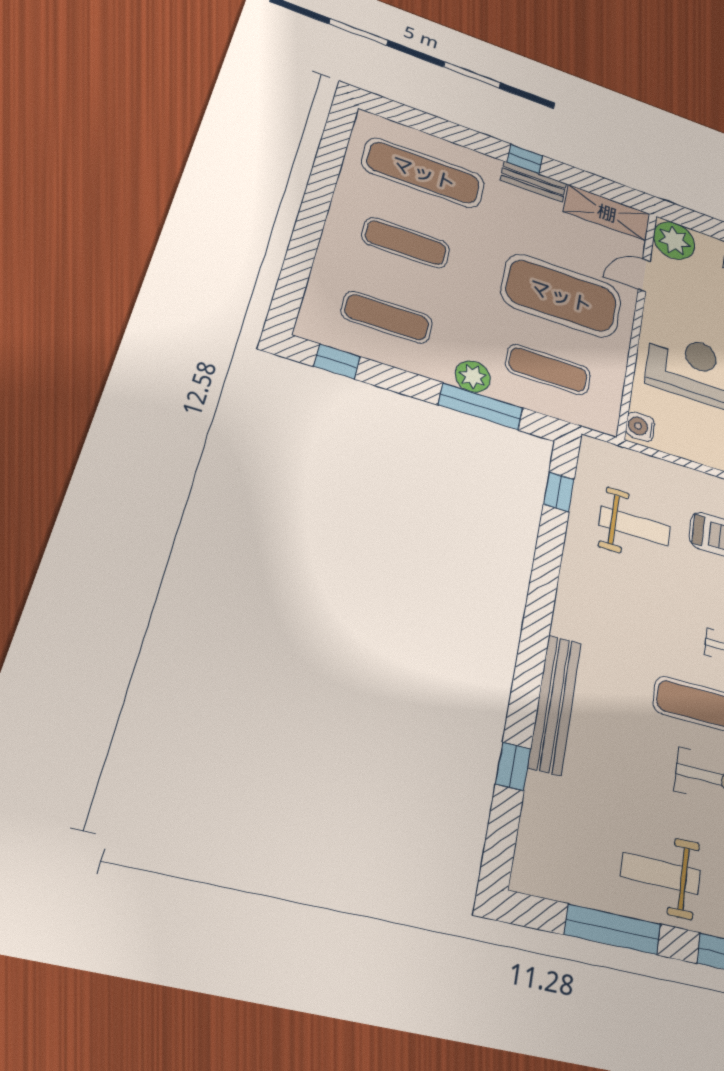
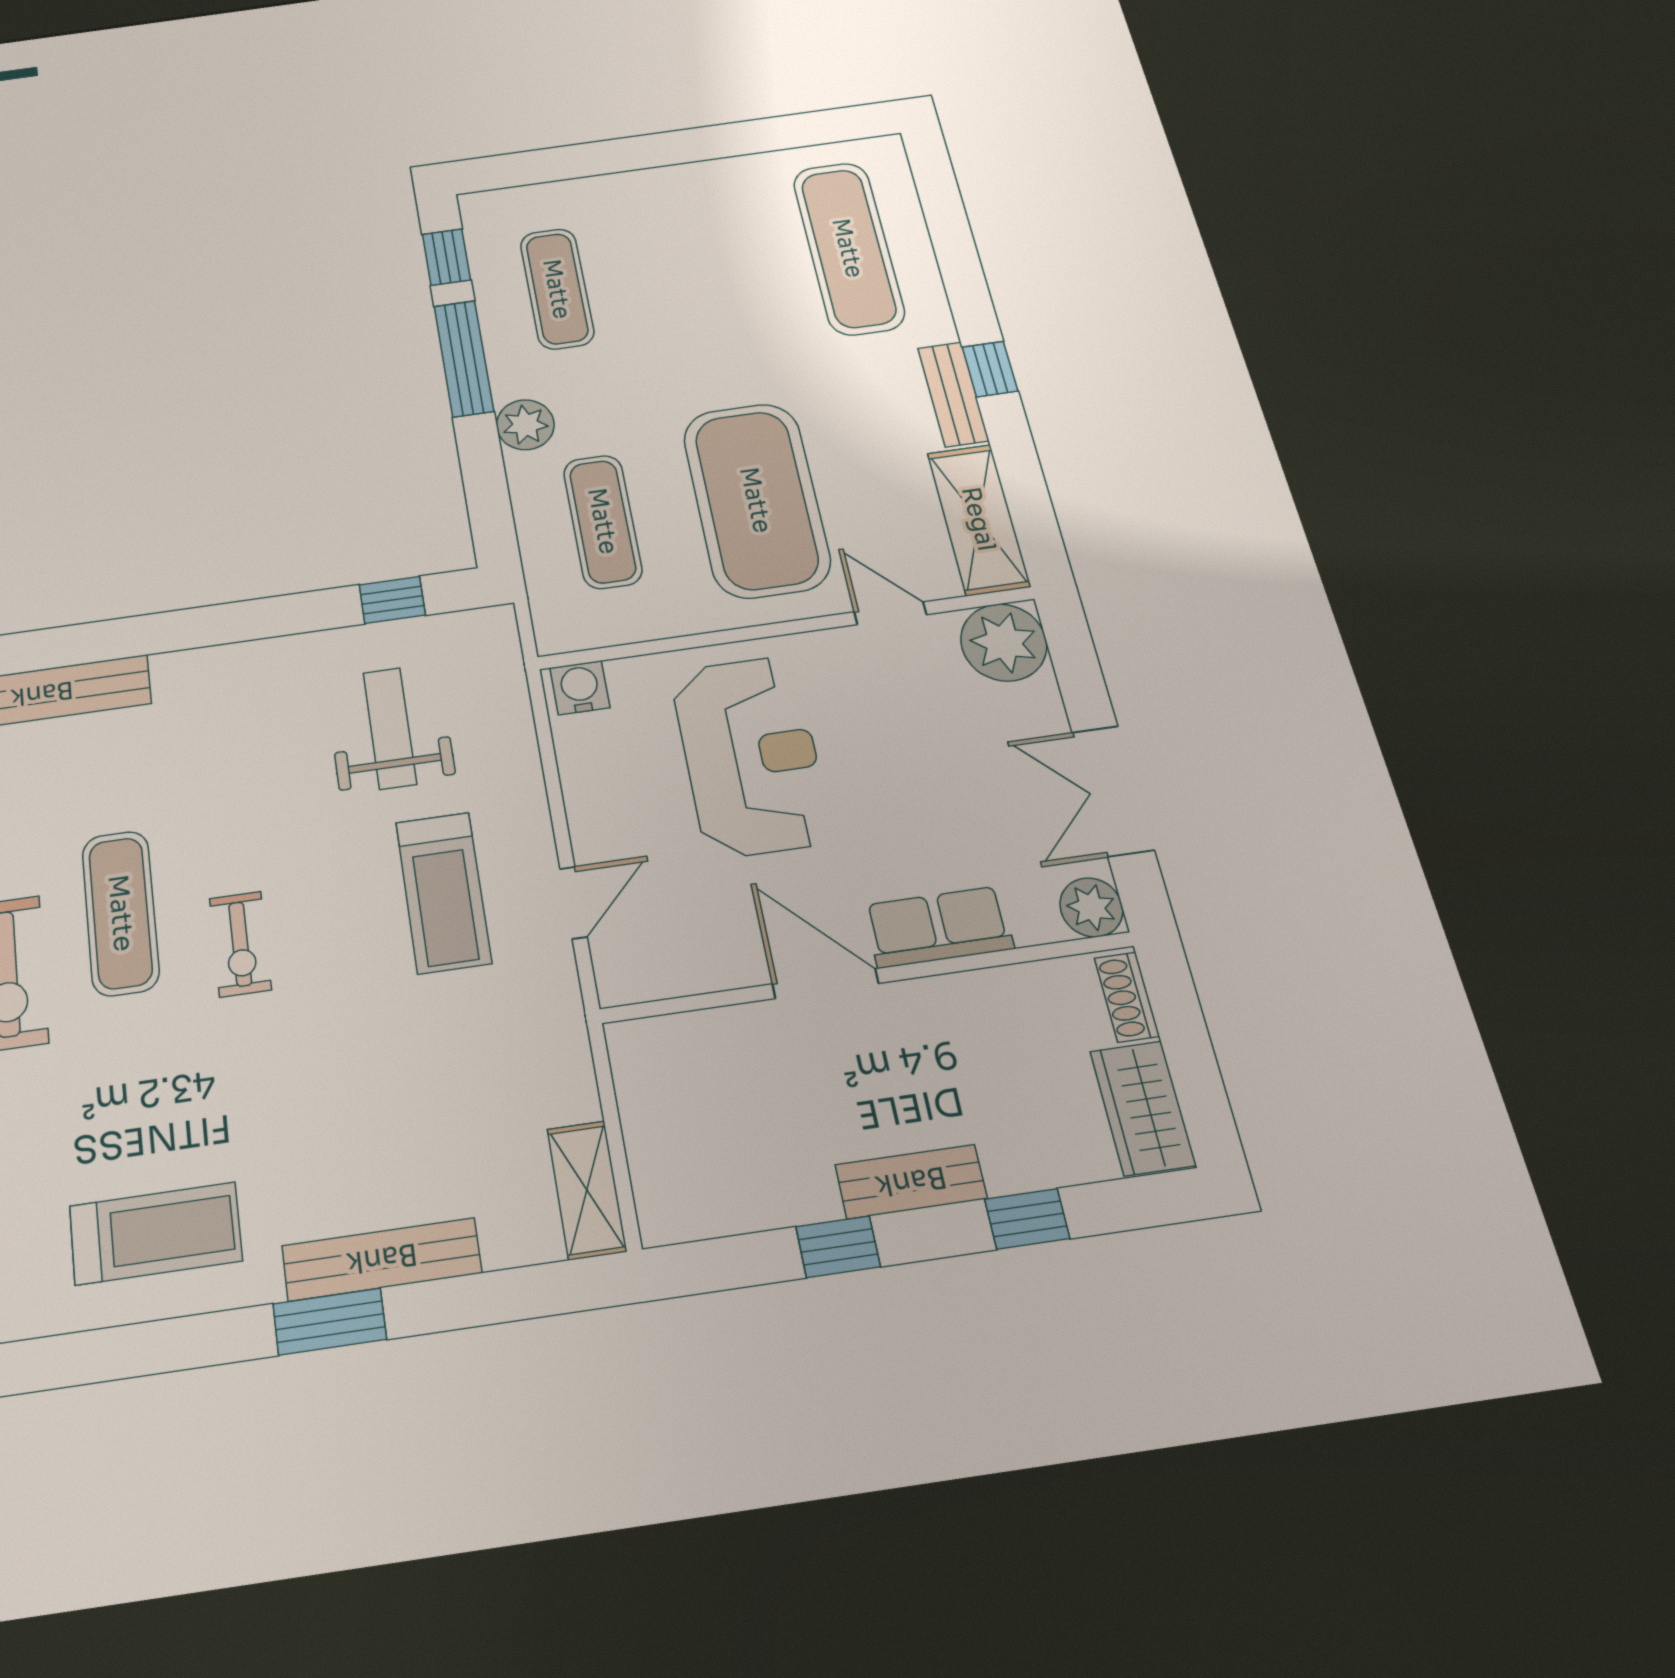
exercise mat: (406, 243) -> (703, 268), removed
window: (481, 406) -> (464, 358), moved
weight bench: (635, 526) -> (390, 728), turned 180

